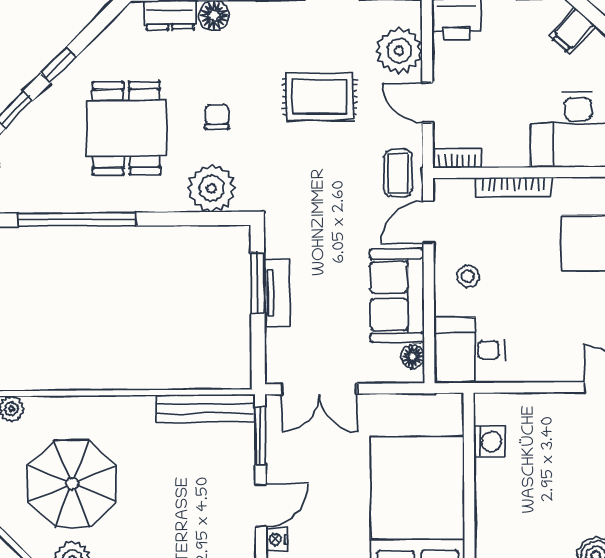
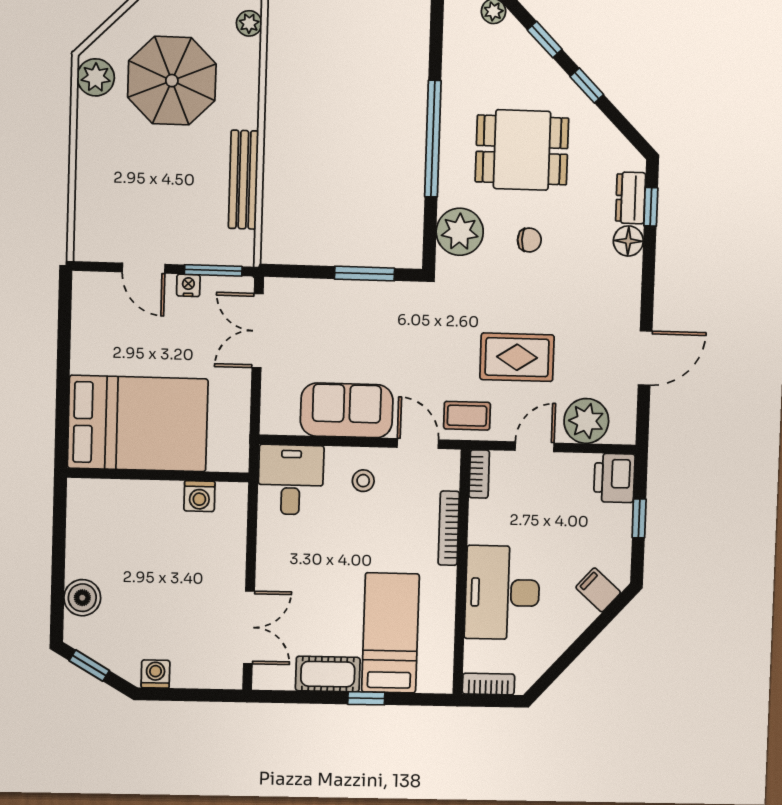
rug: (320, 97) -> (517, 357), moved, turned 90
window: (77, 220) -> (433, 139), moved
tv unit: (277, 293) -> (354, 292), removed
floor lamp: (413, 357) -> (286, 424), removed
bench: (206, 408) -> (243, 180), moved
nightstand: (277, 539) -> (188, 285), moved

